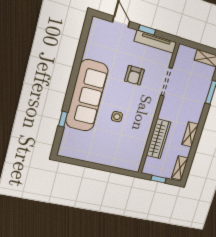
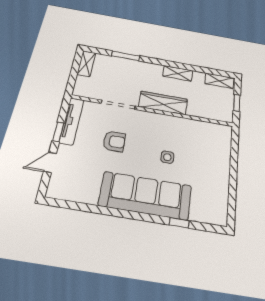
wardrobe: (158, 139) -> (163, 103), moved

